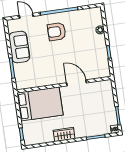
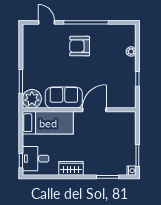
sofa: (19, 47) -> (64, 98), moved, turned -90
plant: (23, 81) -> (32, 99), added
door: (76, 83) -> (94, 110), hinge flipped
bed: (40, 104) -> (48, 123), width x0.67
desk: (33, 131) -> (36, 159), added

